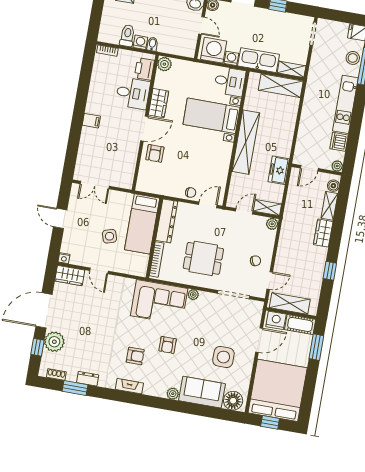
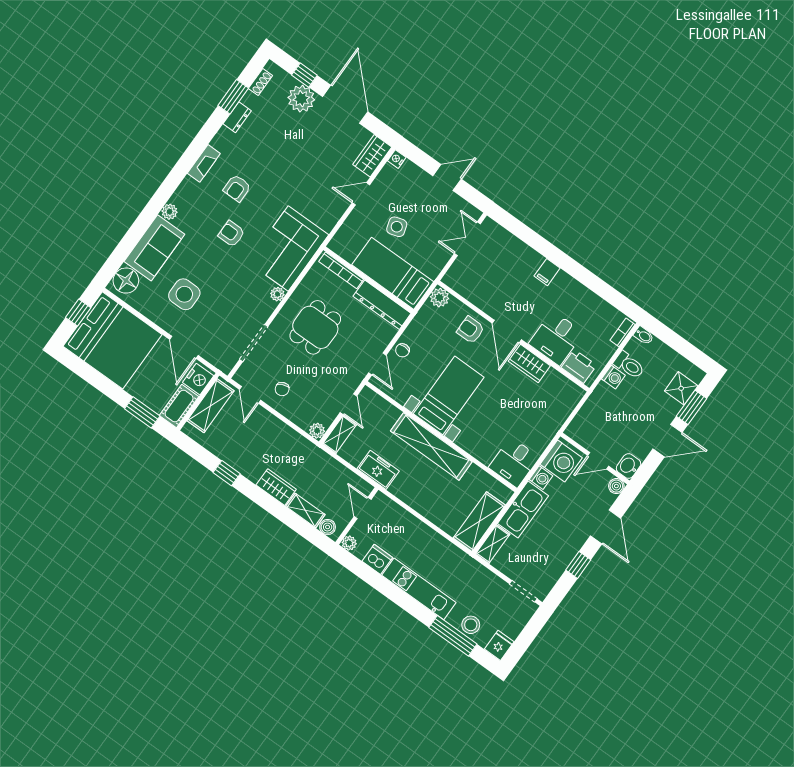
bidet: (152, 44) -> (644, 336), moved
plant: (164, 64) -> (440, 298), moved
bed with nightstands: (211, 116) -> (449, 395), moved

